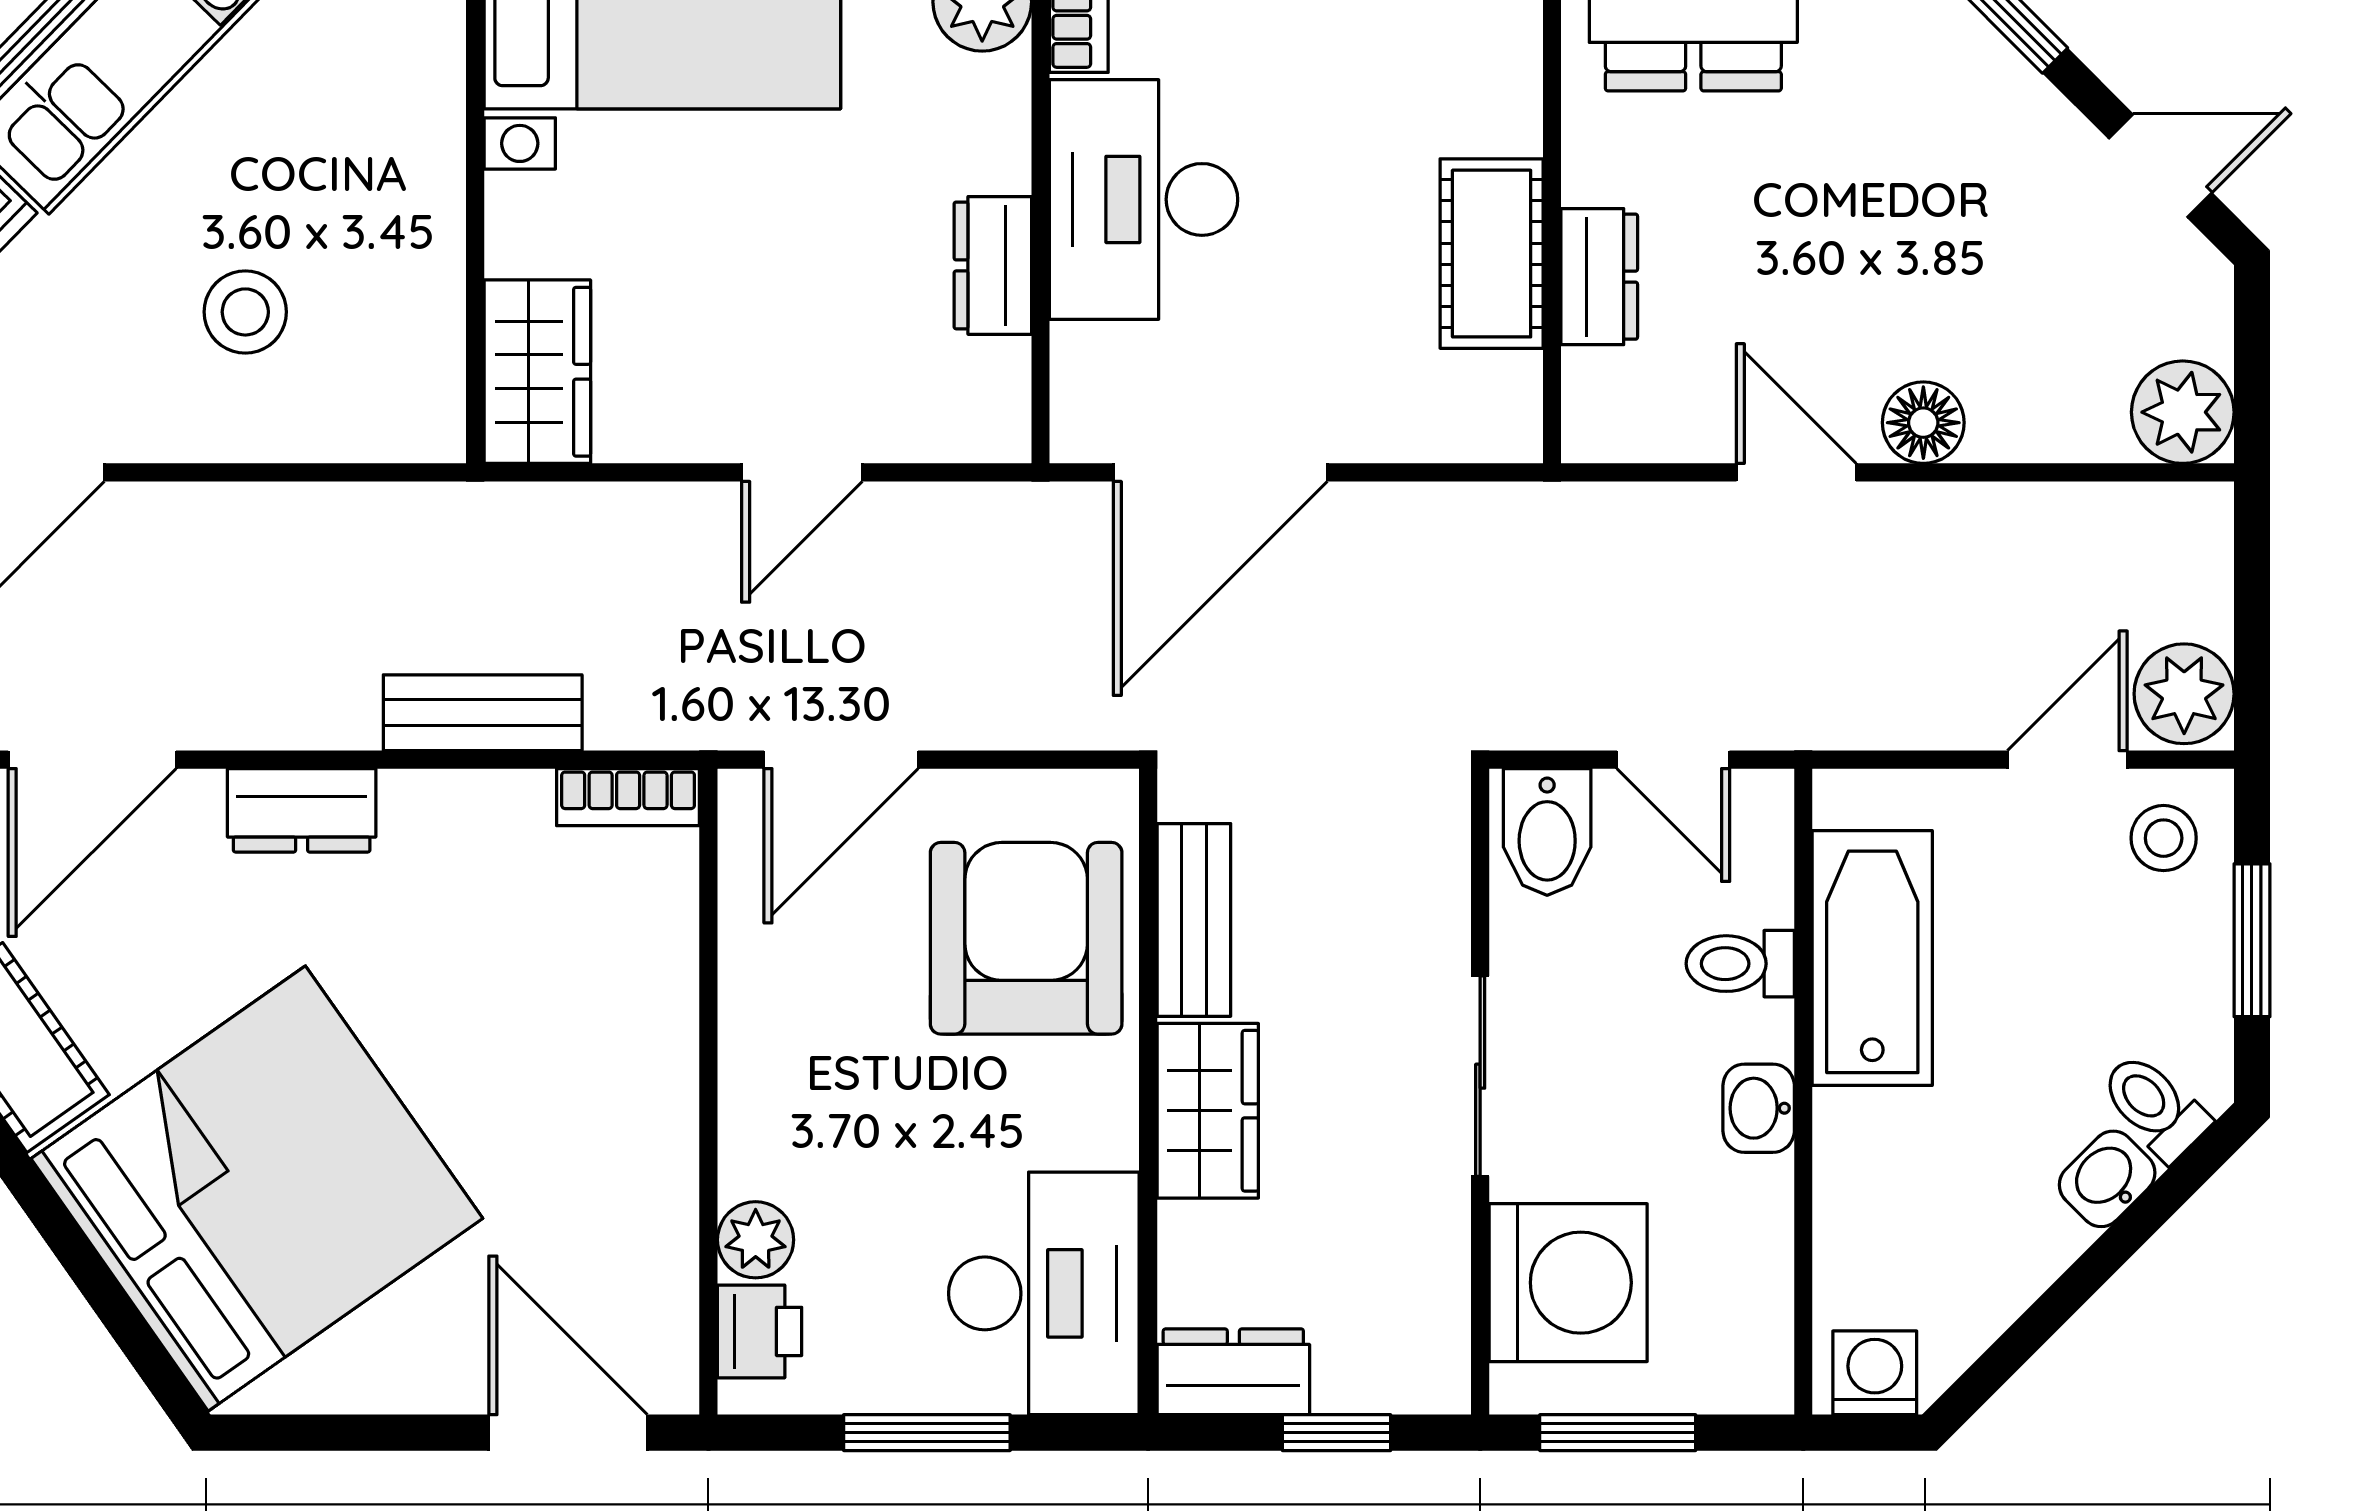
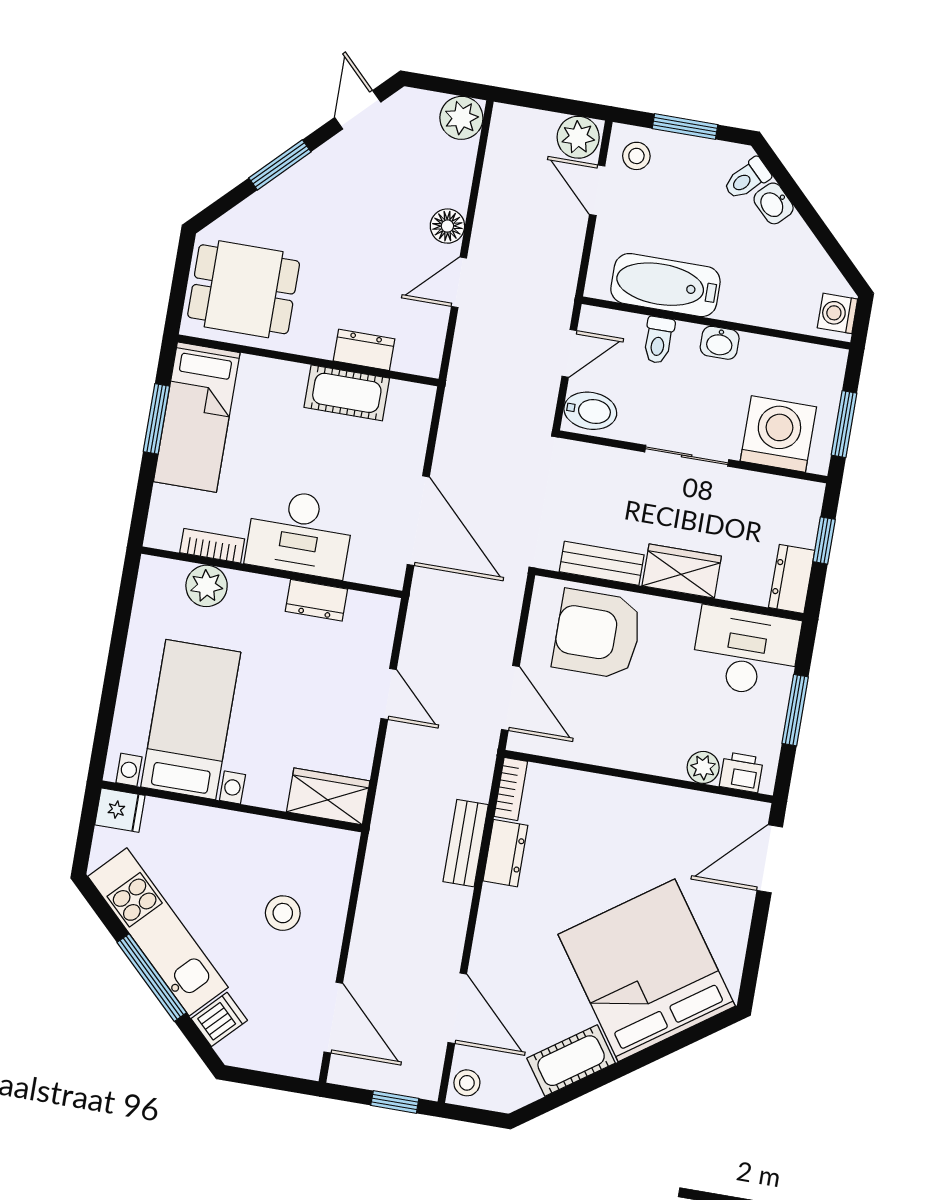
dresser: (302, 810) -> (505, 853), moved

